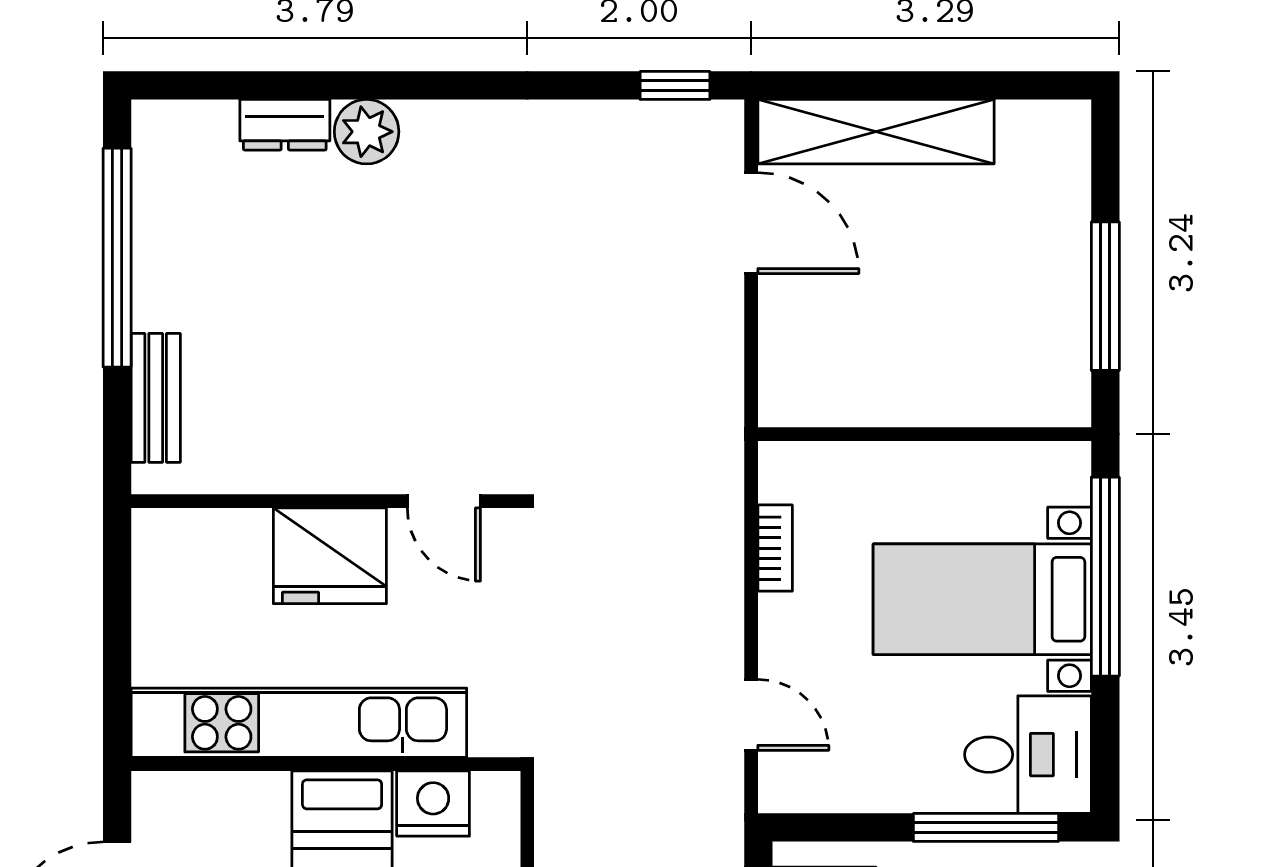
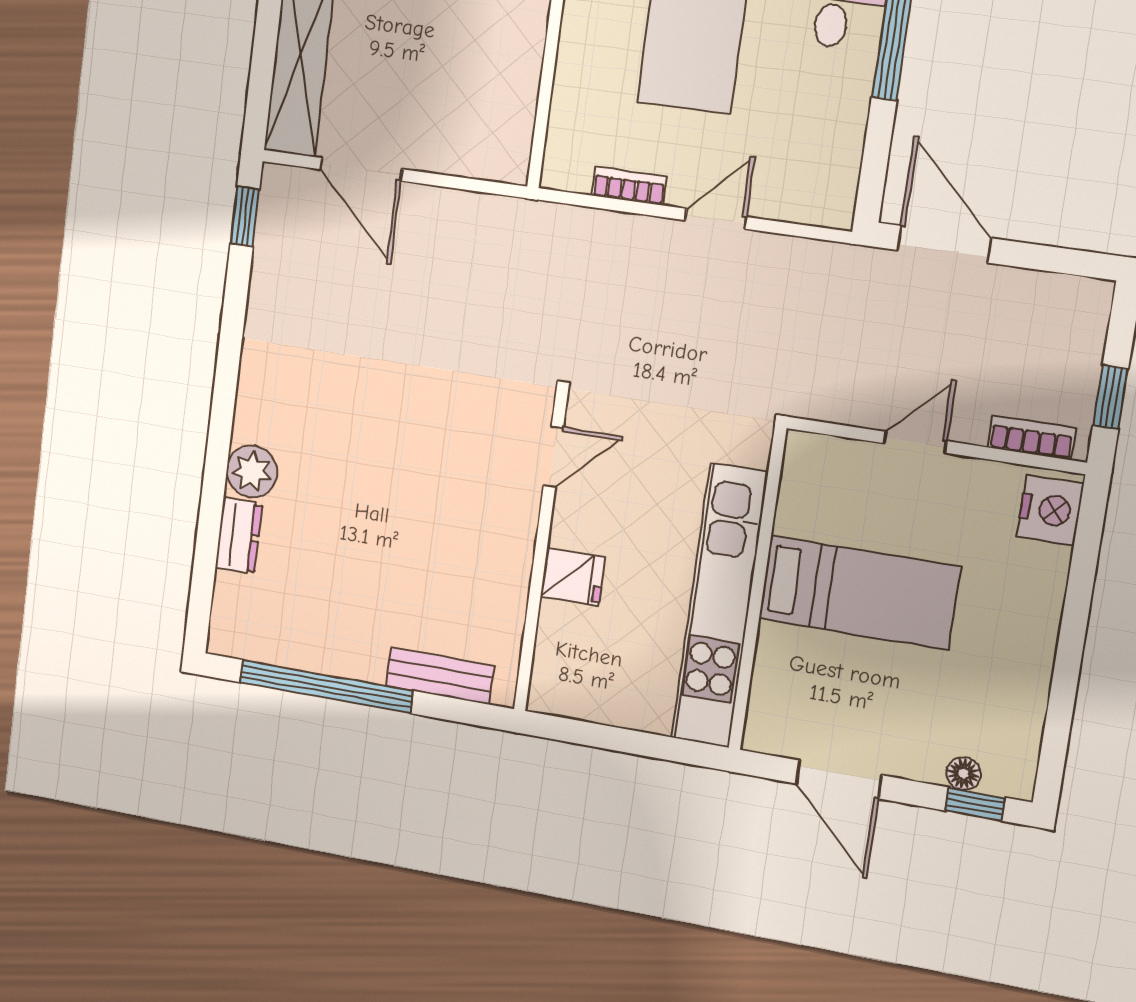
door: (751, 223) -> (361, 169), swing flipped
fridge: (330, 556) -> (573, 577), width x0.53, depth x0.75
door: (751, 715) -> (716, 219), moved
nightstand: (433, 804) -> (803, 506), removed

